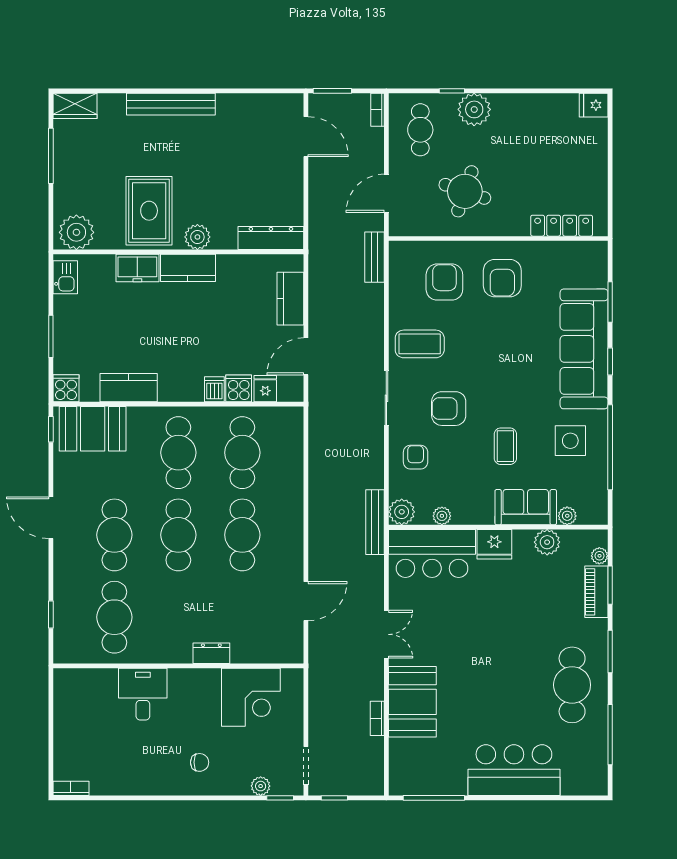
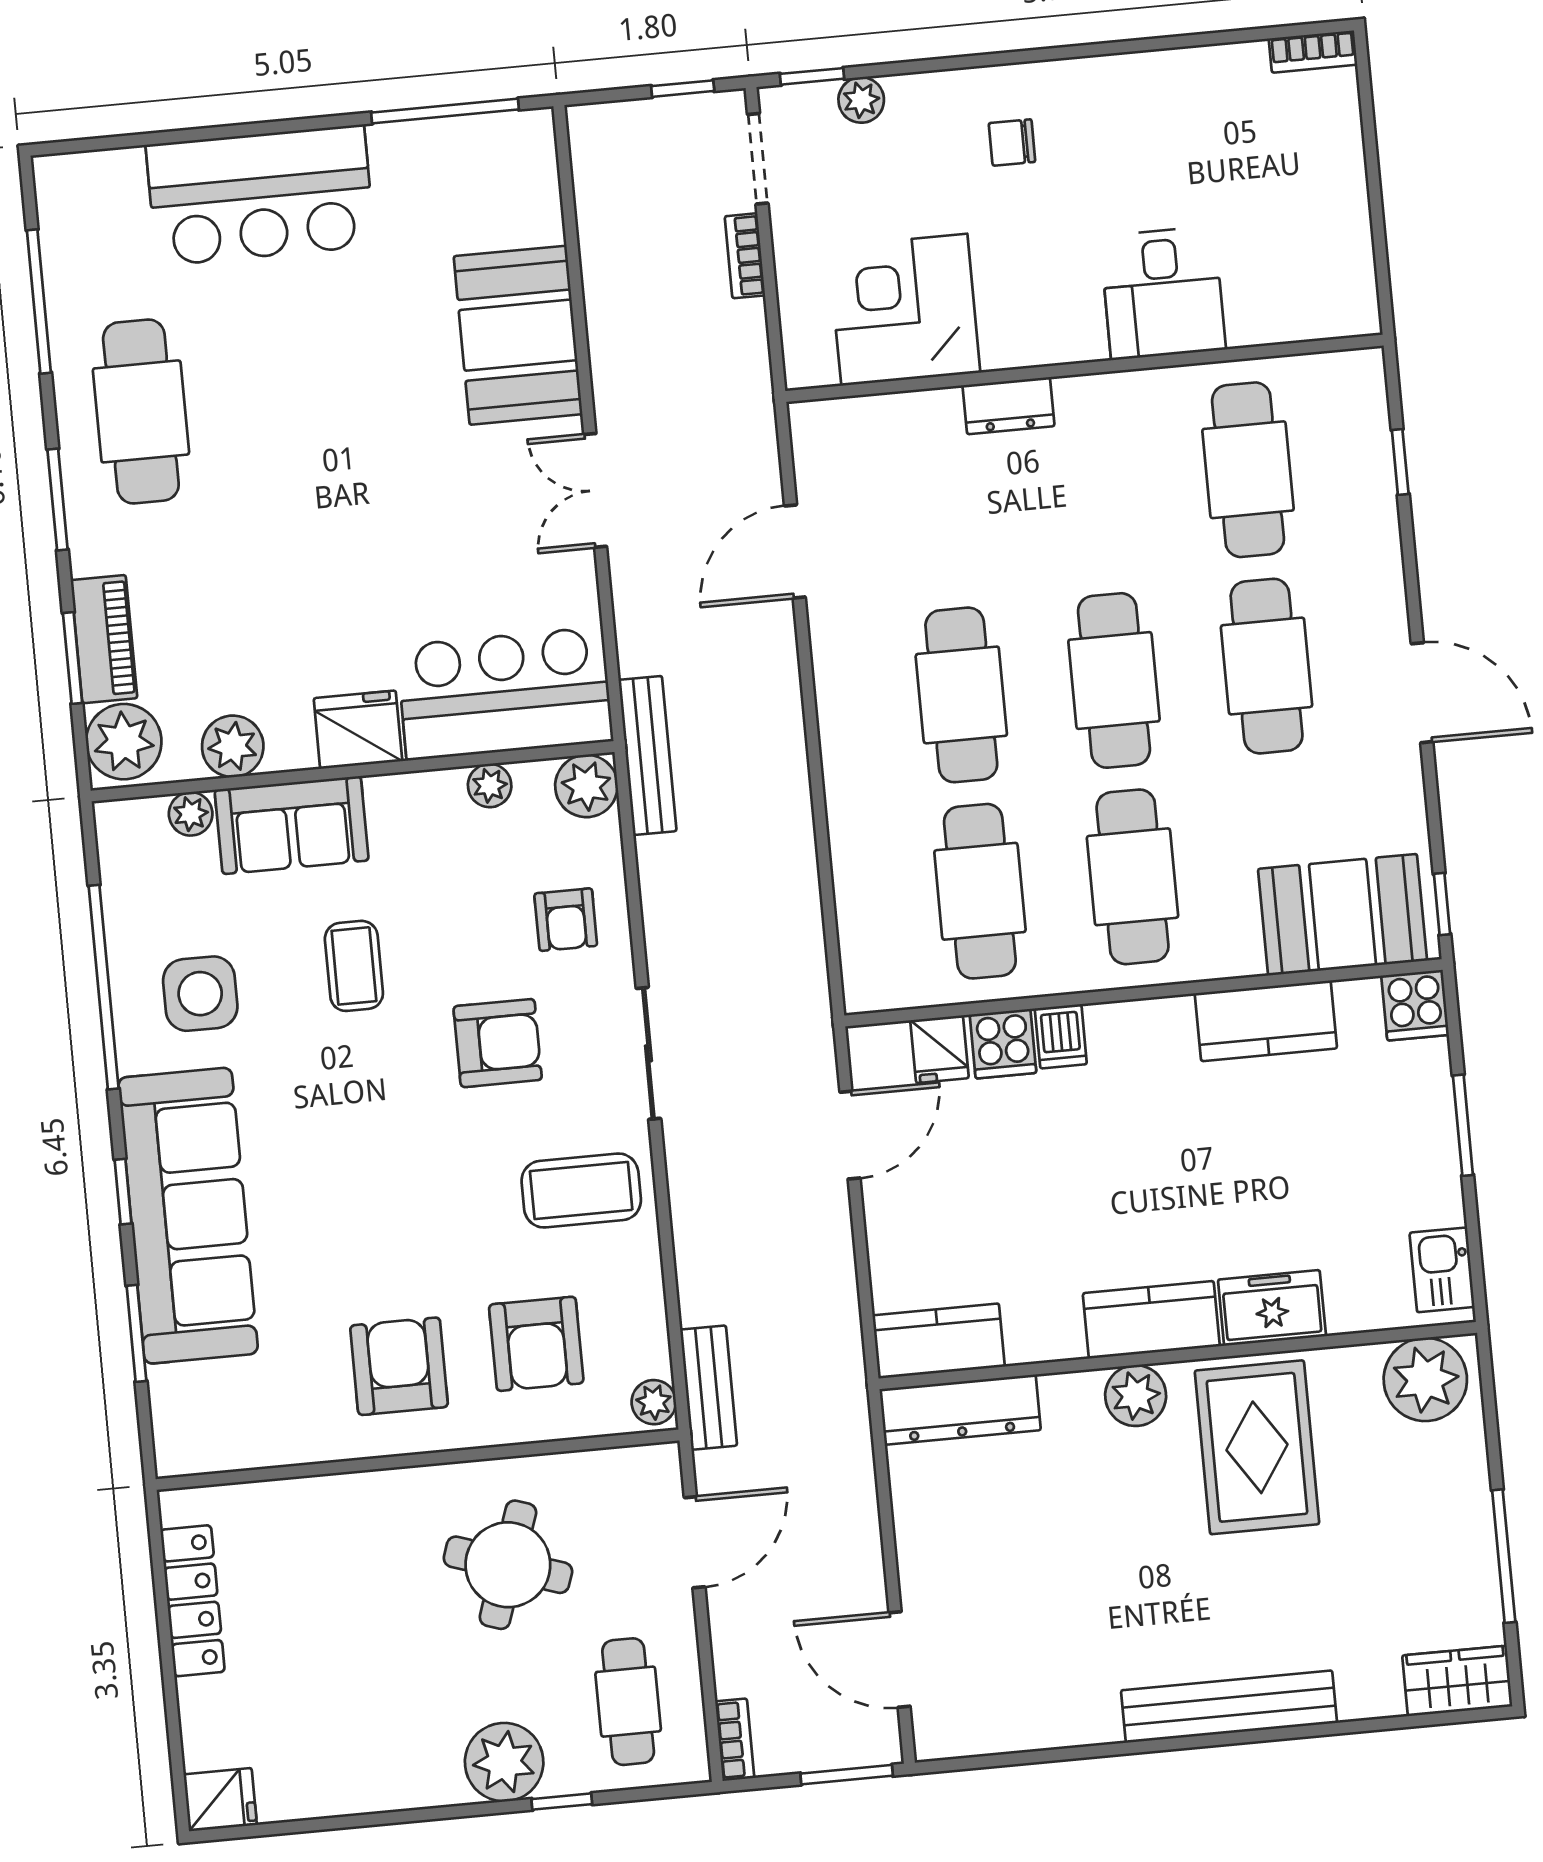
locker: (562, 226) -> (193, 1601), moved, turned -90
plant: (398, 253) -> (654, 1402), added
kitchen counter: (290, 299) -> (939, 1341), moved, turned -90
plant: (599, 556) -> (124, 742), width x1.88, depth x1.88
bookcase: (377, 718) -> (745, 256), moved, turned 180

